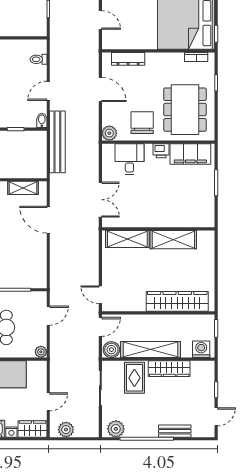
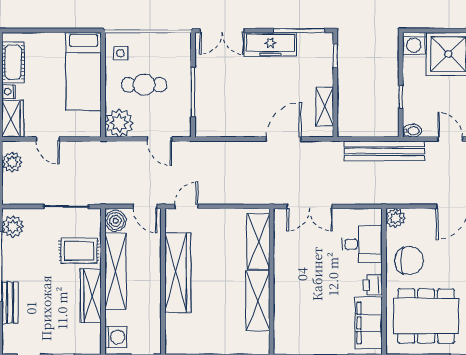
wardrobe: (177, 301) -> (178, 273), moved
plant: (41, 352) -> (119, 123), width x1.88, depth x1.88

